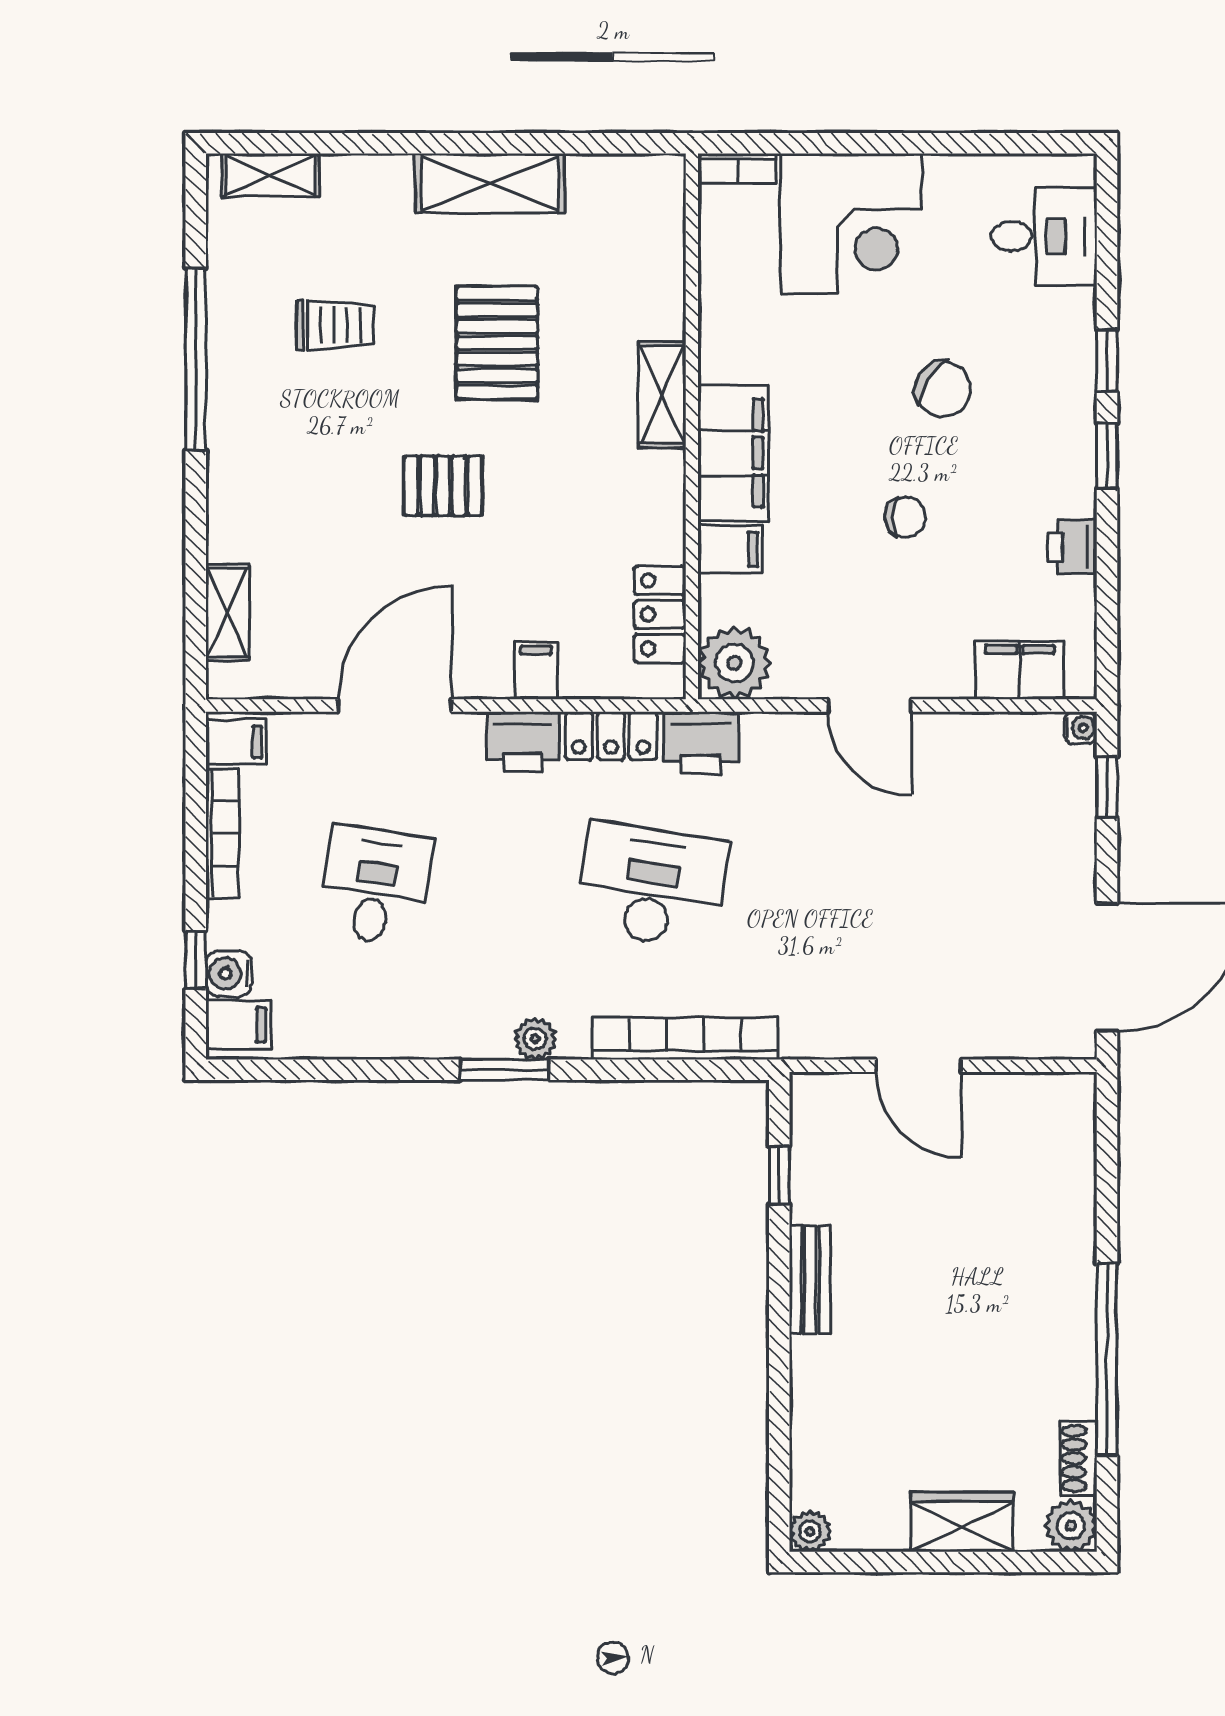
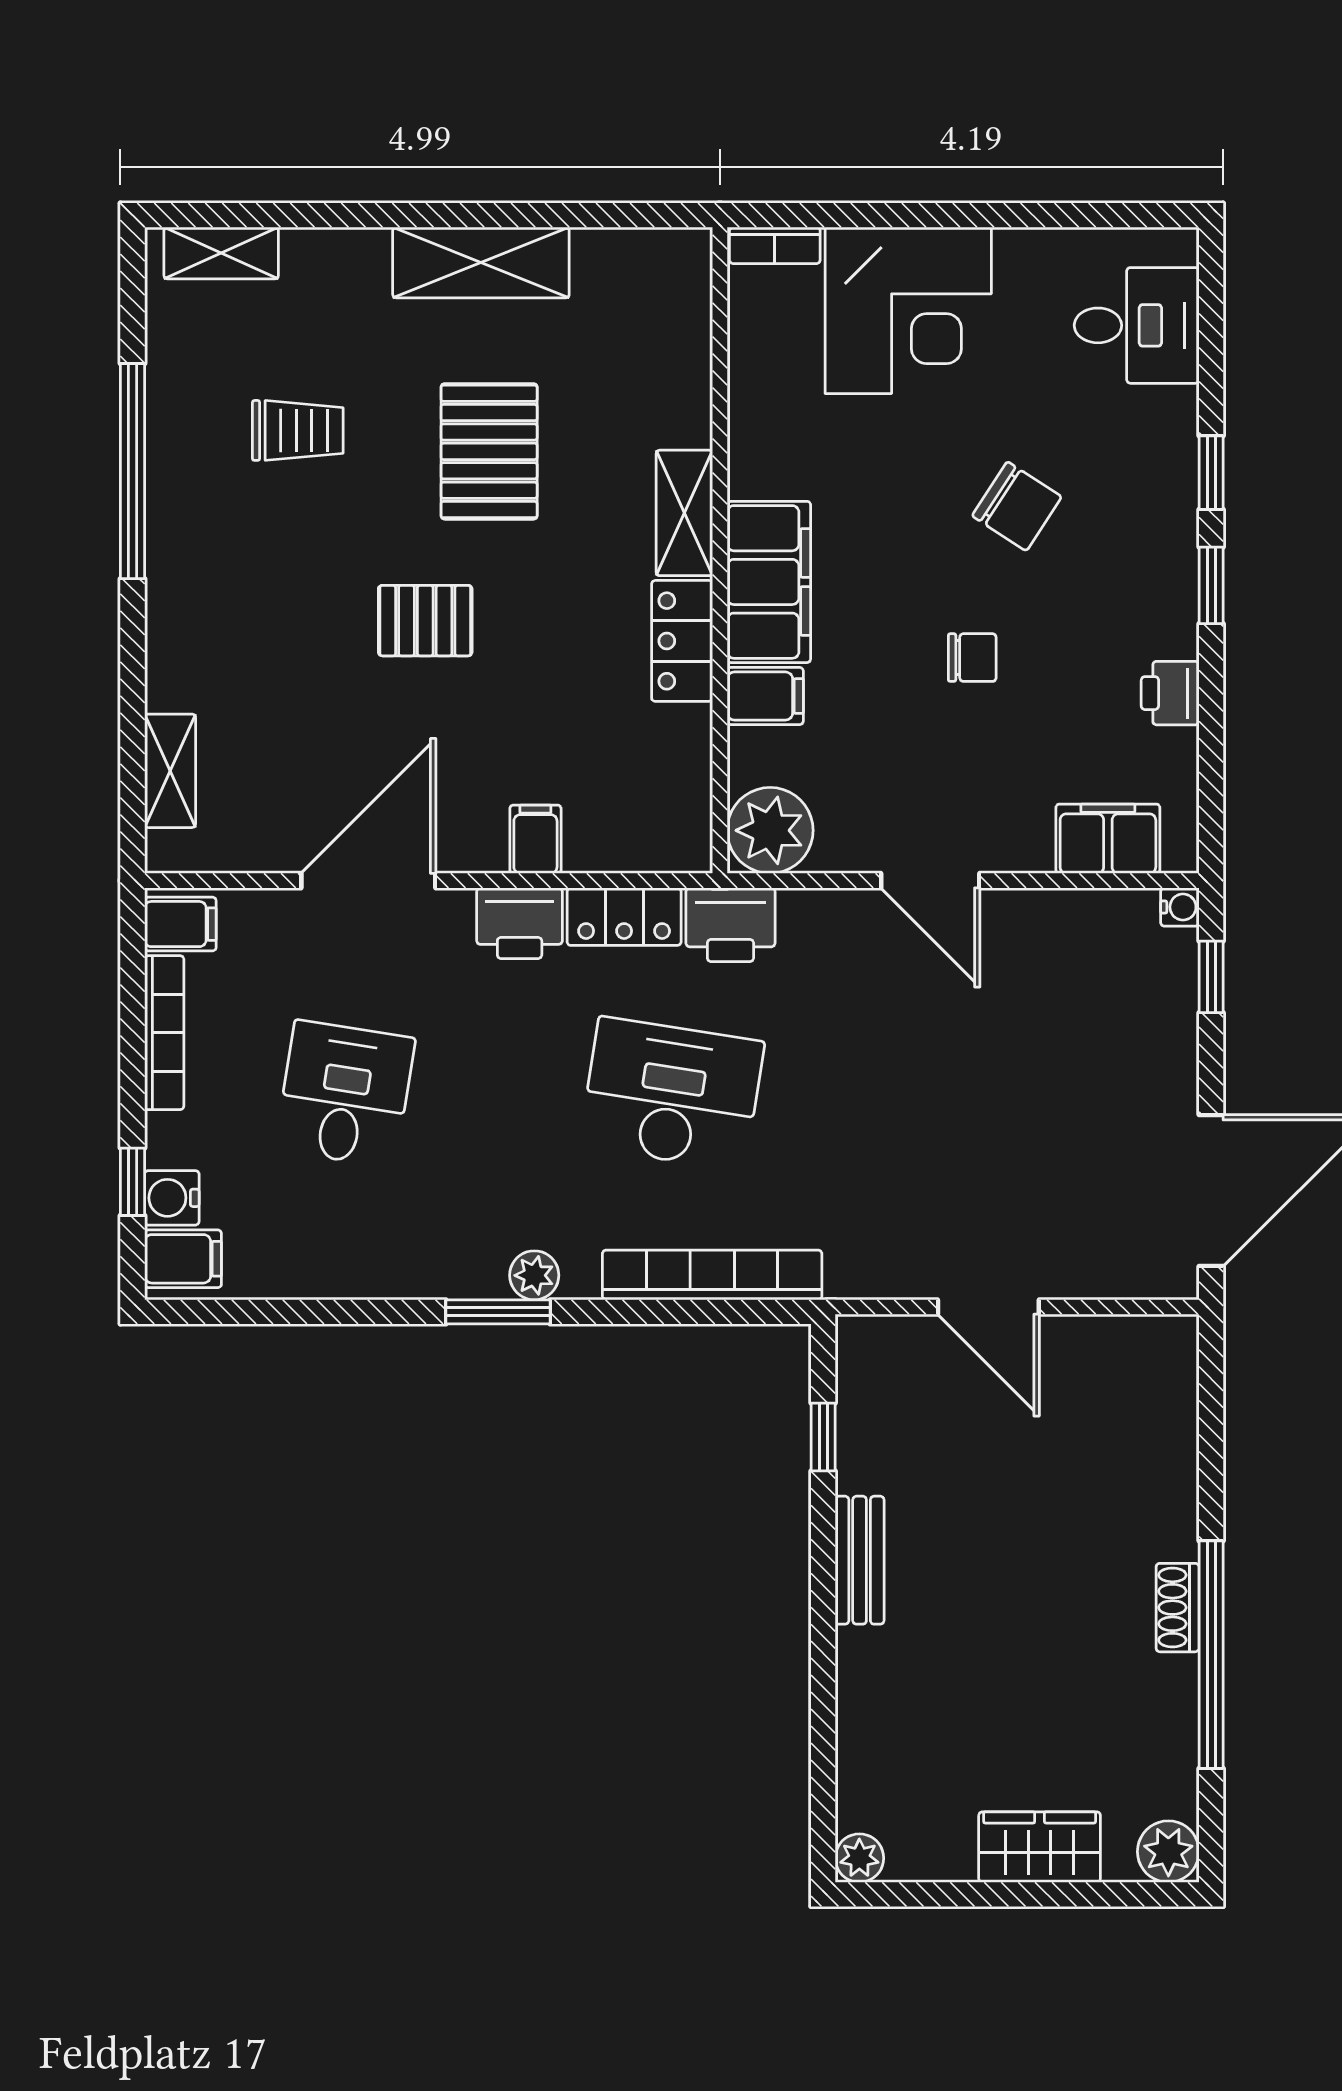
locker: (660, 614) -> (682, 641), moved
shoe rack: (1079, 1458) -> (1178, 1608), moved

